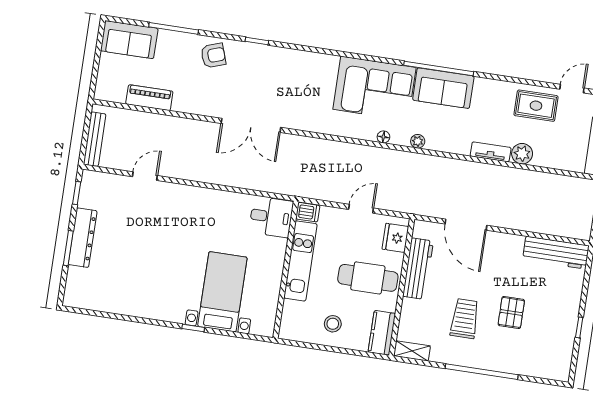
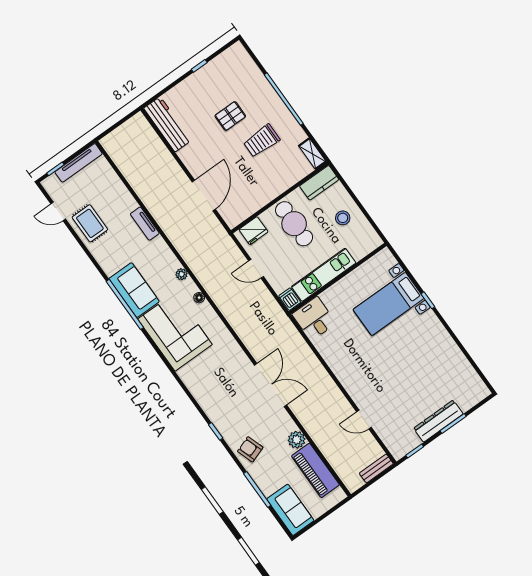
piano: (149, 98) -> (315, 470), width x1.37, depth x1.33
bench: (95, 139) -> (376, 468), width x0.73
plant: (522, 154) -> (297, 440), moved
workbench: (418, 269) -> (259, 199), removed

